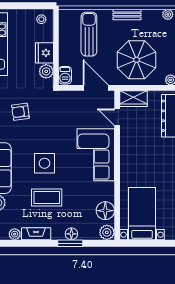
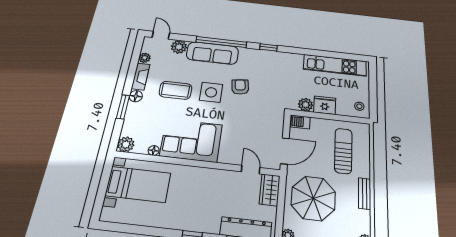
sun lounger: (89, 34) -> (343, 151), turned -90
armchair: (20, 112) -> (240, 87), moved
door: (117, 117) -> (251, 170), hinge flipped
corner sofa: (96, 155) -> (191, 140), moved
coffee table: (47, 198) -> (176, 90), turned 90
floor lamp: (105, 211) -> (154, 150), width x0.53, depth x0.53
floor lamp: (71, 234) -> (136, 96), moved

